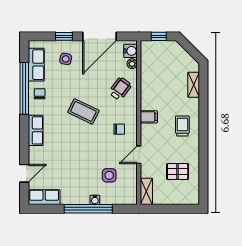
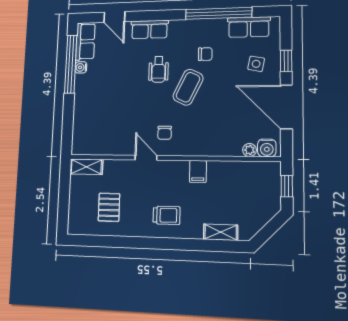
wheelchair: (120, 89) -> (159, 69), moved, turned 54
chair: (40, 94) -> (205, 54), moved
filing cabinet: (149, 117) -> (198, 171), moved
row of seats: (36, 130) -> (149, 29), moved
door: (139, 155) -> (146, 158), moved
side table: (109, 175) -> (108, 120), removed
water cooler: (95, 200) -> (81, 67), moved
window: (88, 209) -> (71, 64), moved

